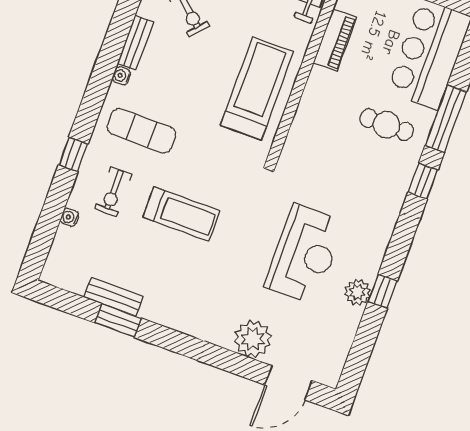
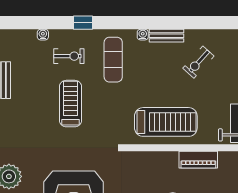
piano: (335, 40) -> (198, 160), moved
exercise bike: (113, 192) -> (69, 56), turned 180
treadmill: (181, 214) -> (70, 104), turned 180

